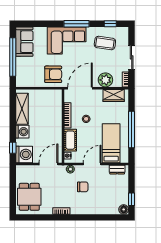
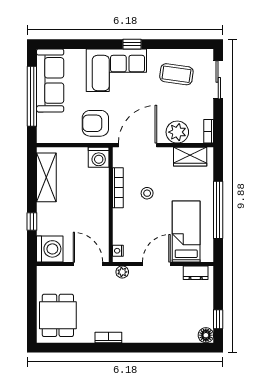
window: (77, 24) -> (132, 44), width x0.46
window: (110, 24) -> (185, 44), removed
sofa: (24, 42) -> (50, 80), width x1.36
sliding door: (132, 57) -> (218, 80), moved
armchair: (53, 74) -> (95, 123), turned 180
washing machine: (22, 132) -> (99, 157), moved, turned 90
cot: (70, 140) -> (122, 227), removed
window: (13, 148) -> (32, 222), moved
door: (48, 164) -> (88, 264), hinge flipped
chair: (83, 187) -> (142, 300), removed

